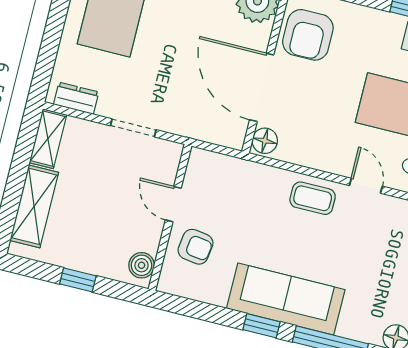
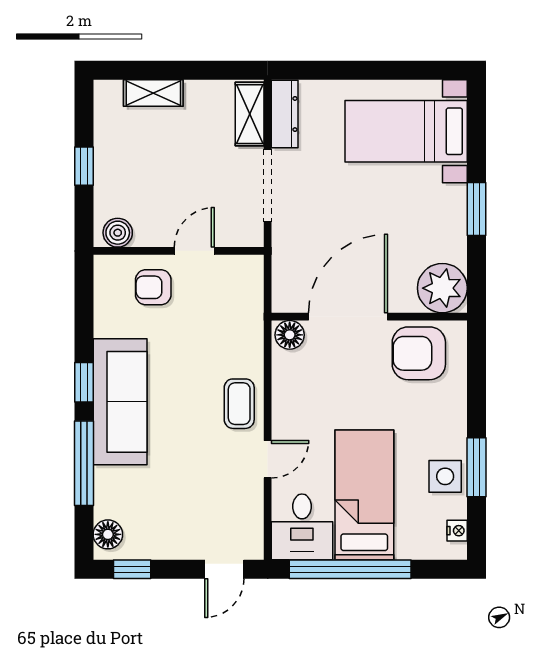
dresser: (76, 98) -> (285, 114), width x1.44
doorway: (133, 128) -> (268, 185), width x1.38
shelving: (48, 139) -> (250, 114), moved, turned 90
shelving: (34, 206) -> (153, 93), width x0.67, depth x0.75
armchair: (195, 247) -> (153, 287), turned 82

